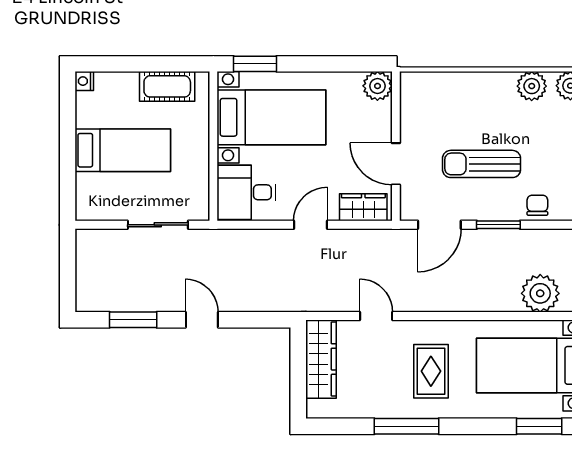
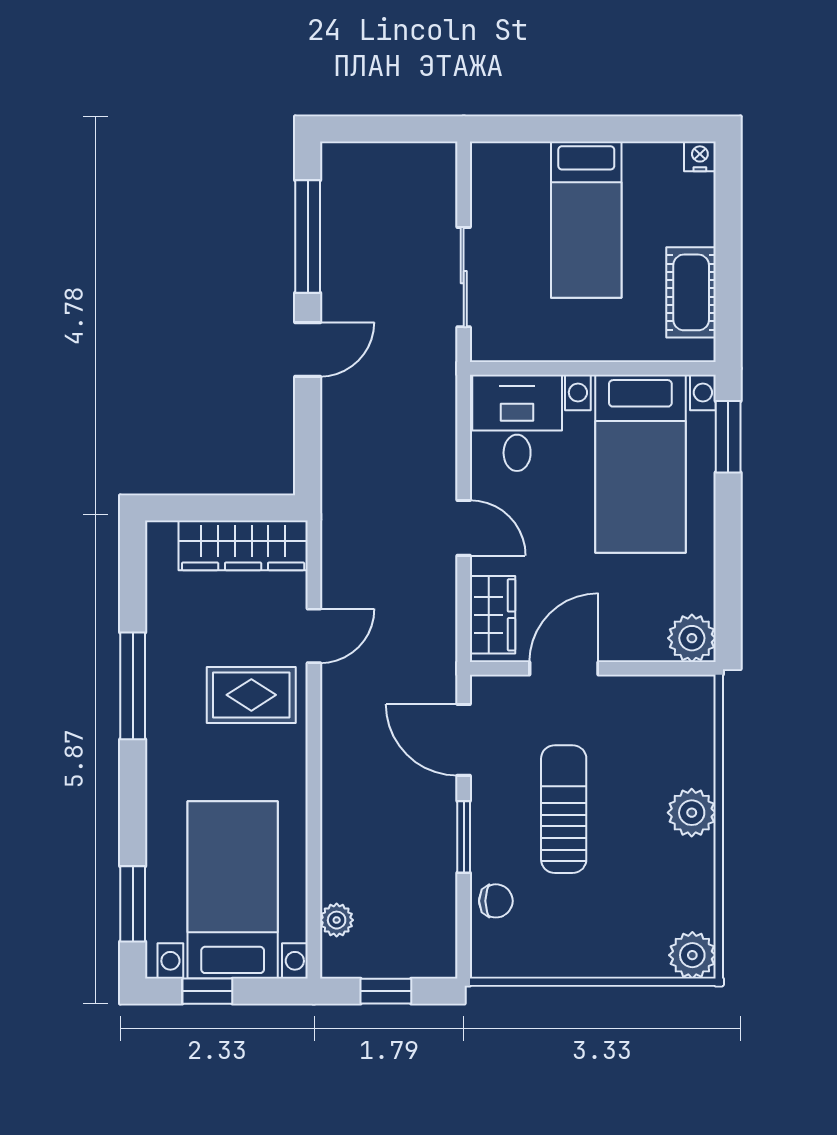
plant: (532, 86) -> (692, 813), moved
plant: (540, 293) -> (337, 920), width x0.53, depth x0.53
window: (133, 320) -> (308, 237), width x1.44
rug: (431, 371) -> (251, 695), moved

